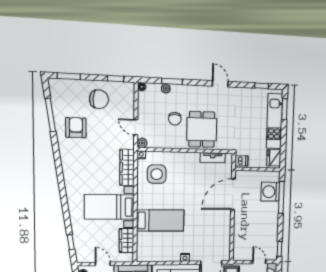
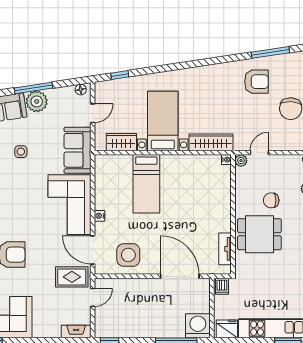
side table: (157, 174) -> (128, 255), moved
washing machine: (270, 192) -> (198, 326), moved
door: (259, 262) -> (93, 297), moved

